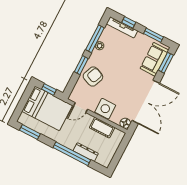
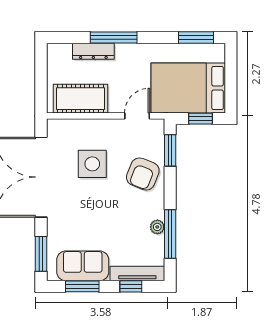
sofa: (154, 59) -> (83, 266), moved, turned -90
window: (81, 65) -> (170, 150), moved
side table: (105, 109) -> (92, 164), moved
floor lamp: (125, 123) -> (55, 127), removed
cot: (102, 128) -> (80, 99), width x1.37, depth x1.34
window: (72, 154) -> (114, 37), width x0.68

